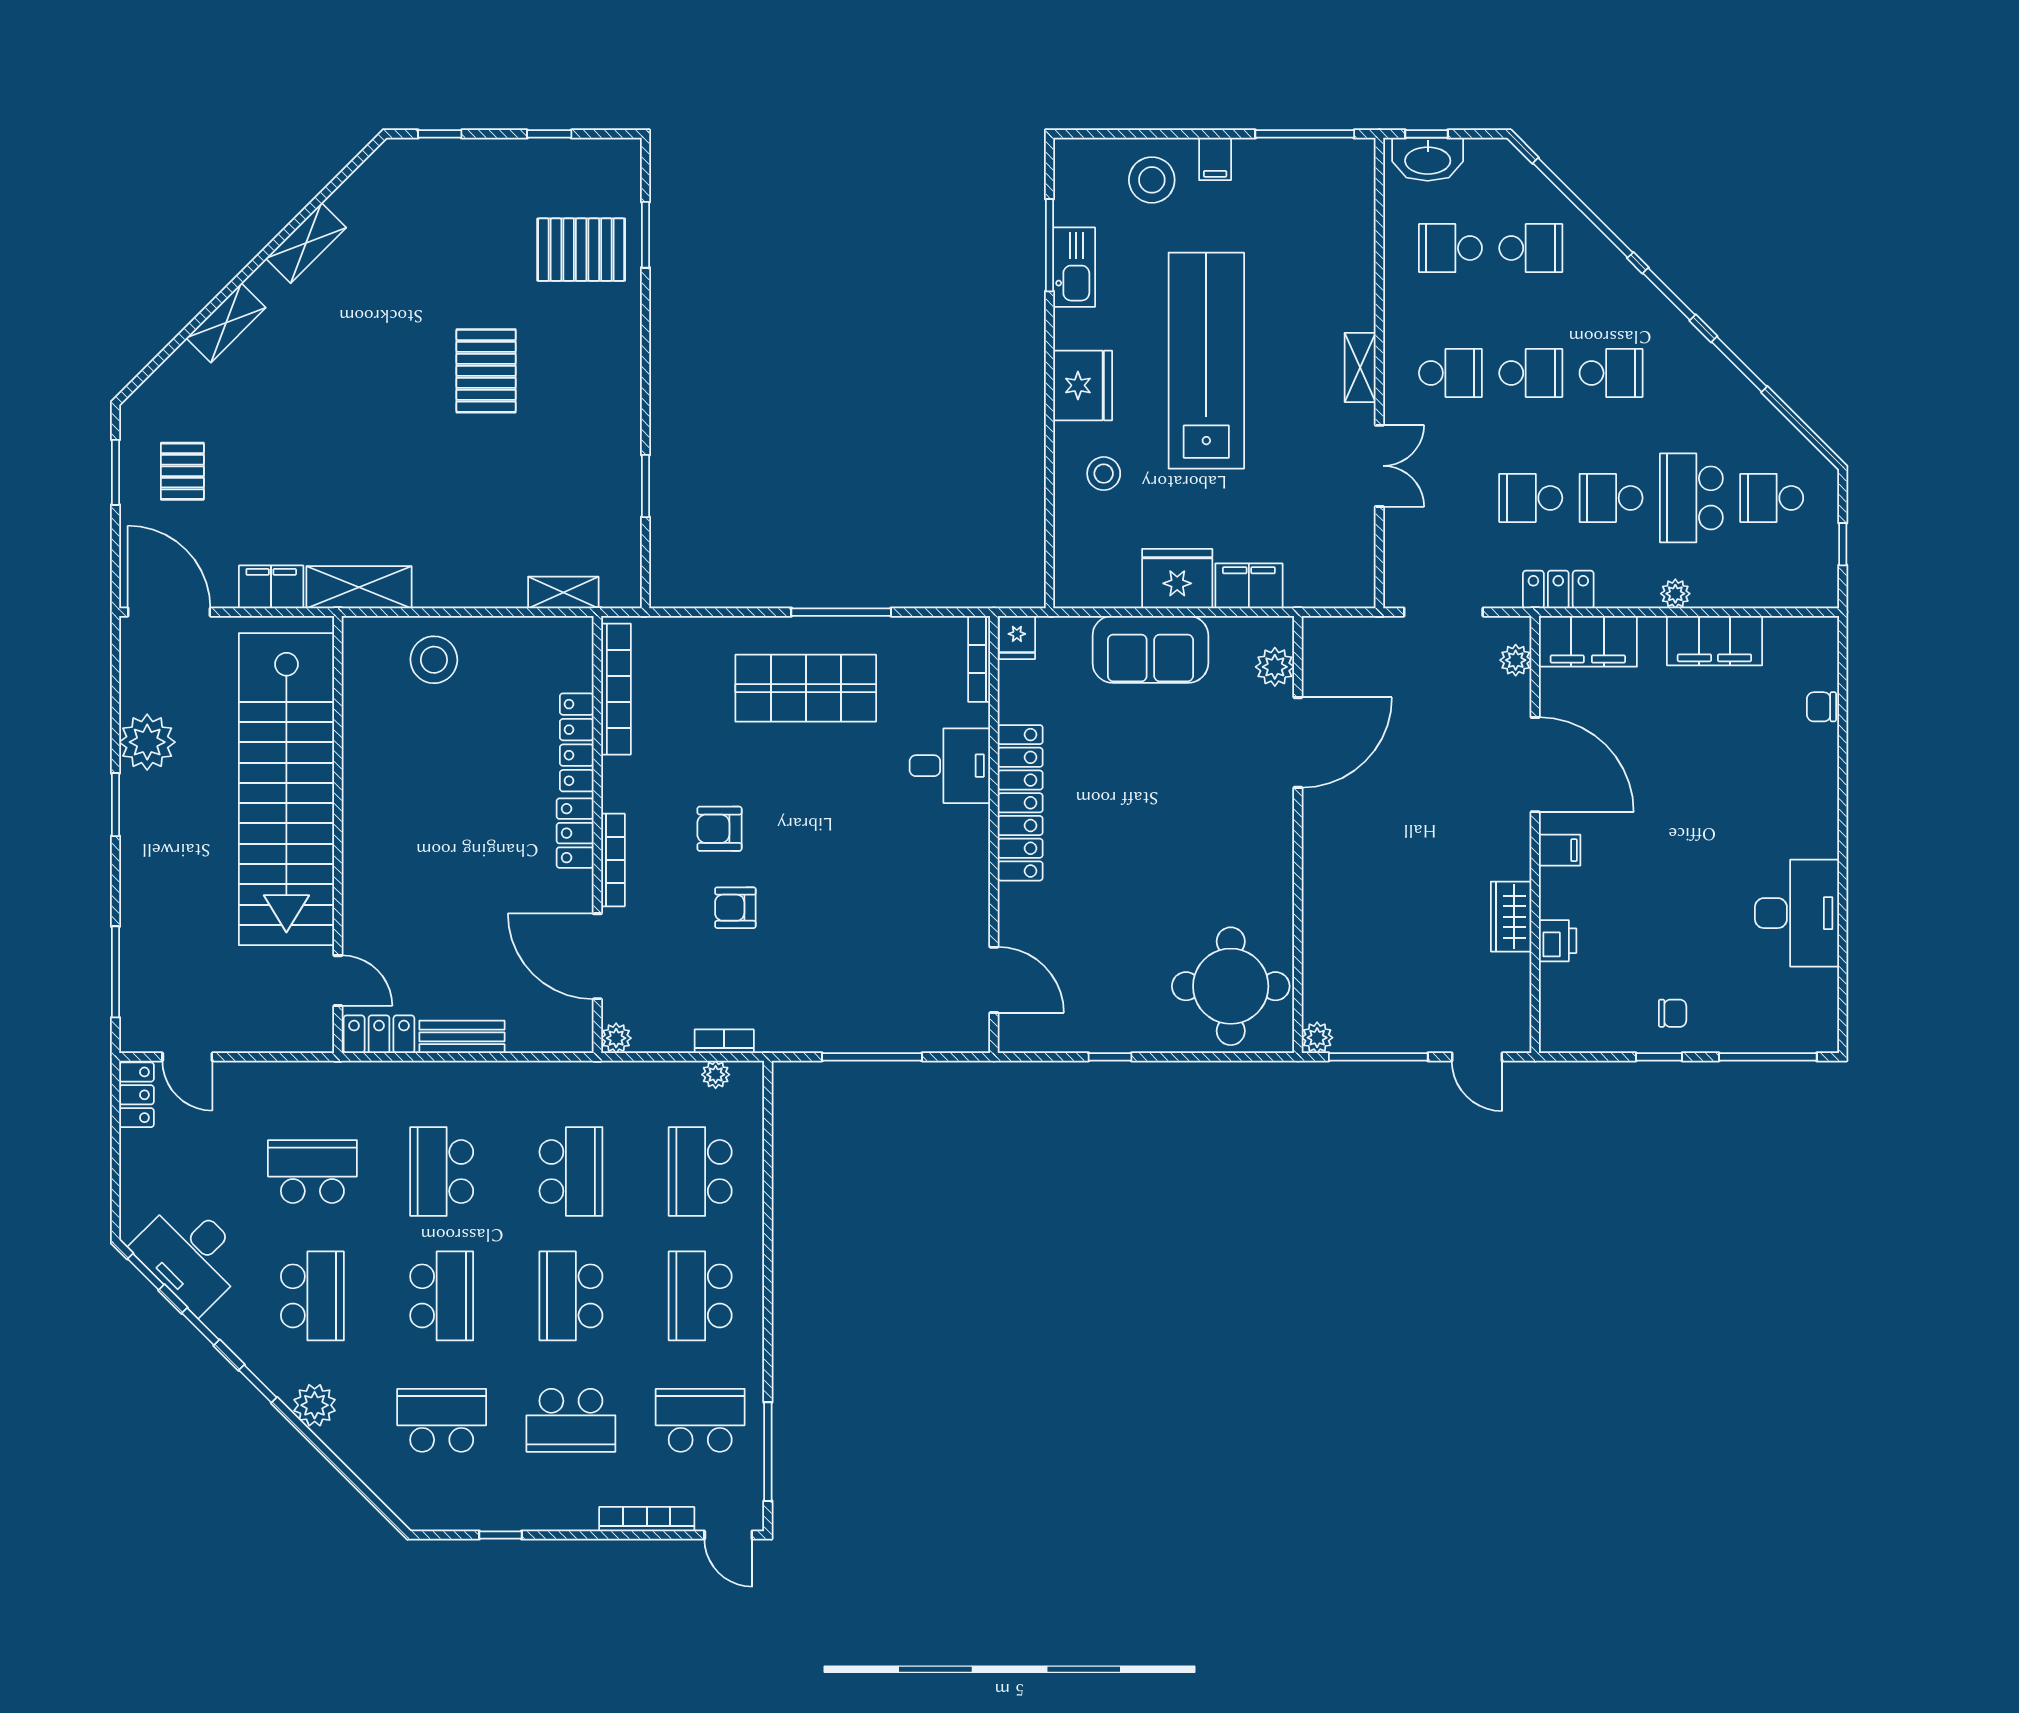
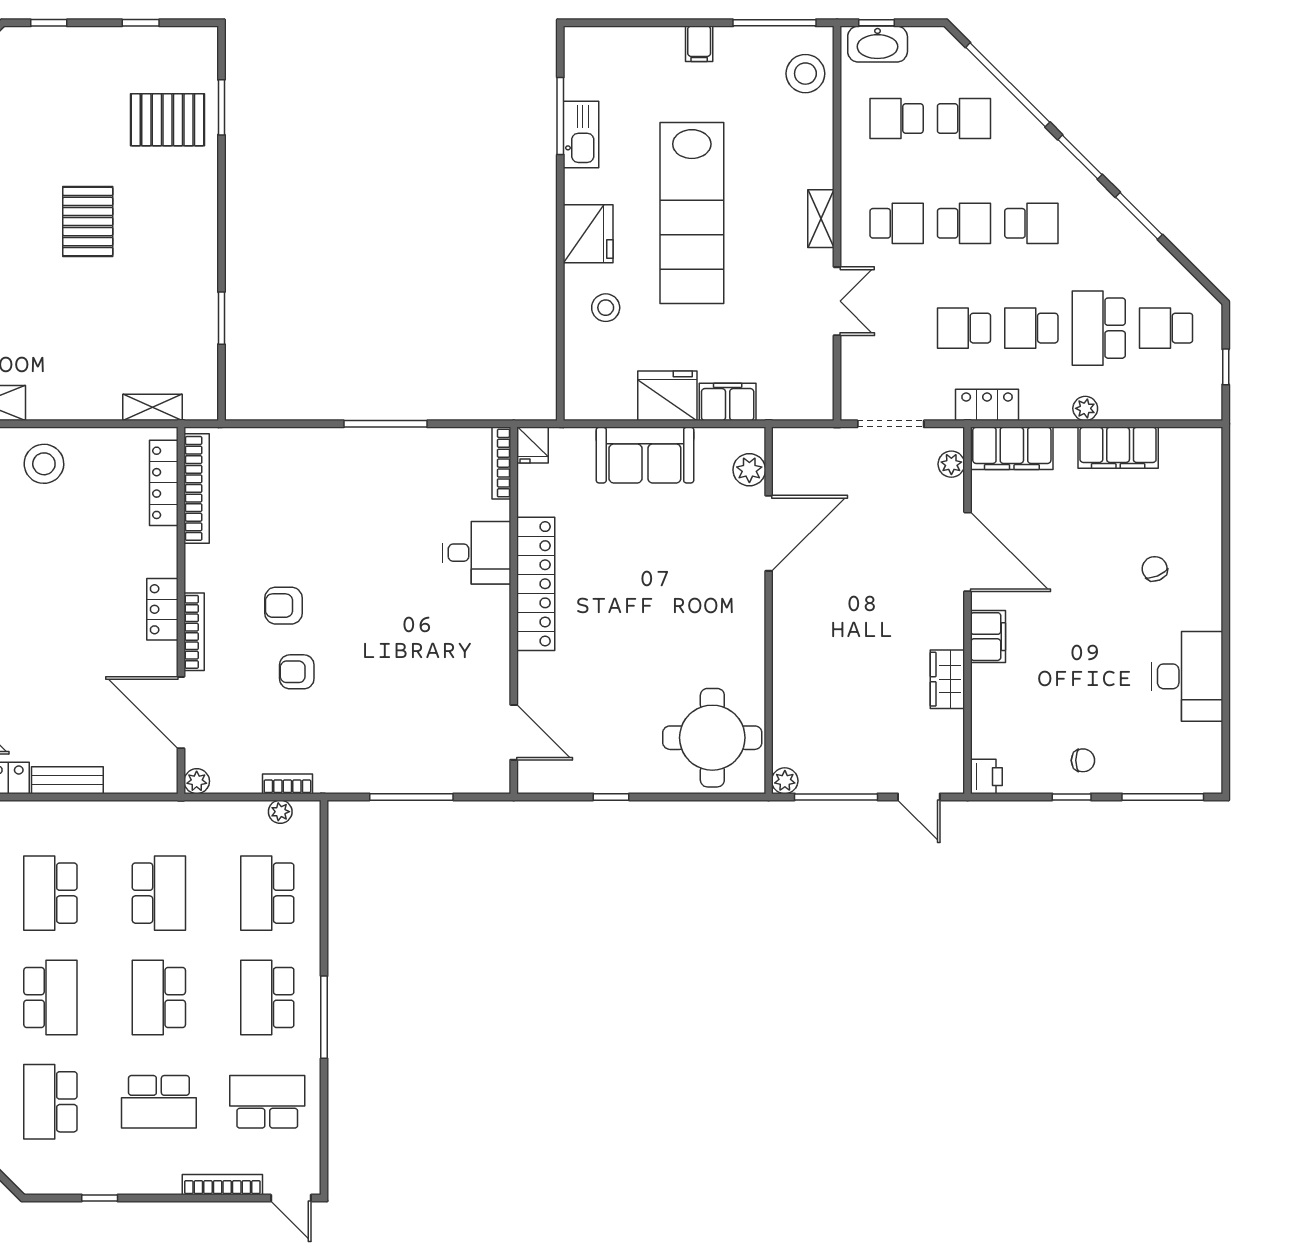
stool: (1152, 180) -> (805, 74), moved
lab bench: (1206, 361) -> (692, 213), turned 180
shop shelf: (806, 688) -> (356, 488), removed
chair: (1821, 707) -> (1155, 569), moved, turned 67
locker: (577, 742) -> (164, 483), moved
filing cabinet: (1560, 850) -> (988, 637), width x2.00
printer: (1558, 941) -> (986, 777), moved
school desk: (442, 1420) -> (50, 1102), turned -90
window: (768, 1452) -> (324, 1017), moved

